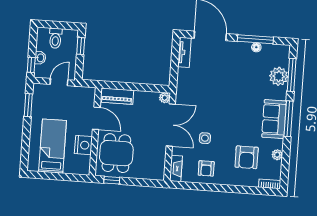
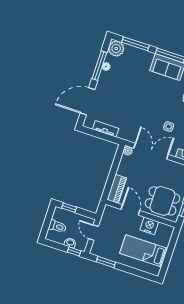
tv unit: (184, 52) -> (106, 129), moved
plant: (279, 76) -> (116, 49), moved
door: (96, 118) -> (130, 210), hinge flipped

